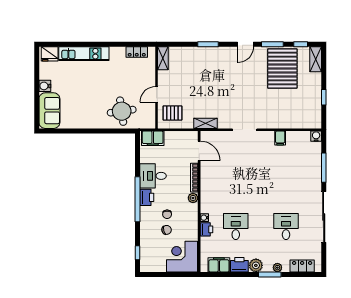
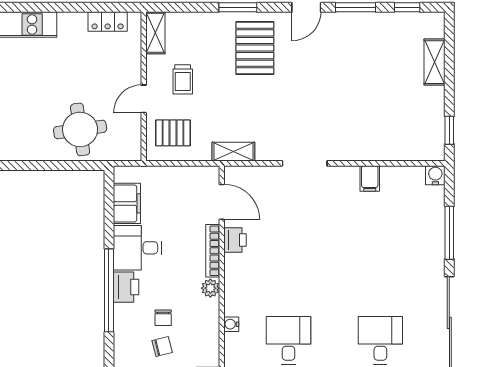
shelving: (316, 59) -> (435, 62), moved
pallet: (282, 69) -> (255, 48), moved, width x0.73, depth x0.71
trolley: (178, 84) -> (183, 79), added
window: (324, 97) -> (449, 130), moved
filing cabinet: (153, 138) -> (127, 203), moved, turned -90
printer: (206, 229) -> (235, 240), moved

